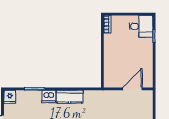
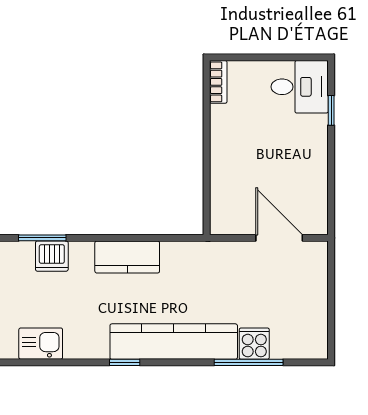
door: (132, 89) -> (279, 238), hinge flipped
dishwasher: (49, 96) -> (52, 256), moved

